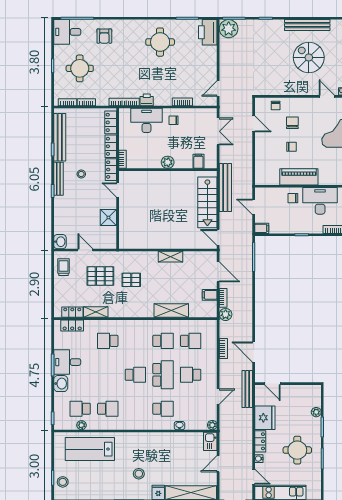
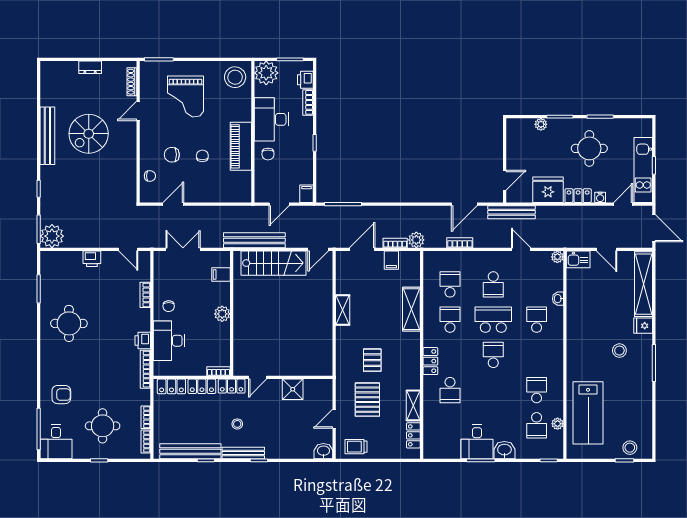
printer: (208, 32) -> (92, 259), moved, width x0.53, depth x0.68
locker: (72, 326) -> (430, 361), moved

